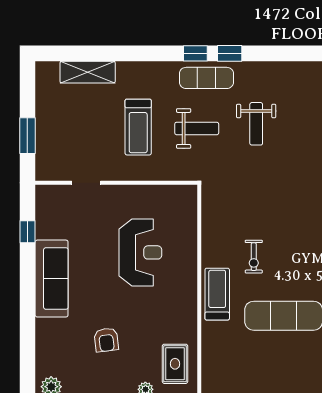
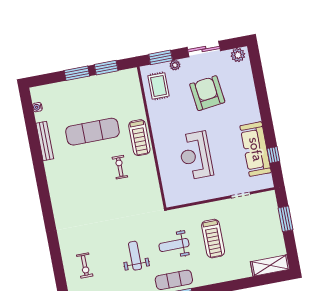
shelving: (88, 72) -> (270, 265), moved
treadmill: (138, 127) -> (213, 239), turned 180
sofa: (52, 279) -> (256, 149), moved
armchair: (106, 340) -> (207, 93), width x1.88, depth x1.88

